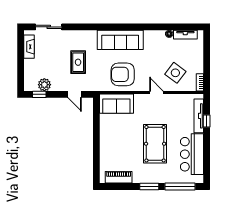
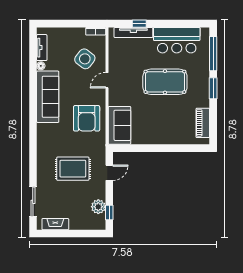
sofa: (120, 40) -> (48, 97), moved
rug: (78, 62) -> (73, 169), width x1.36, depth x1.43

